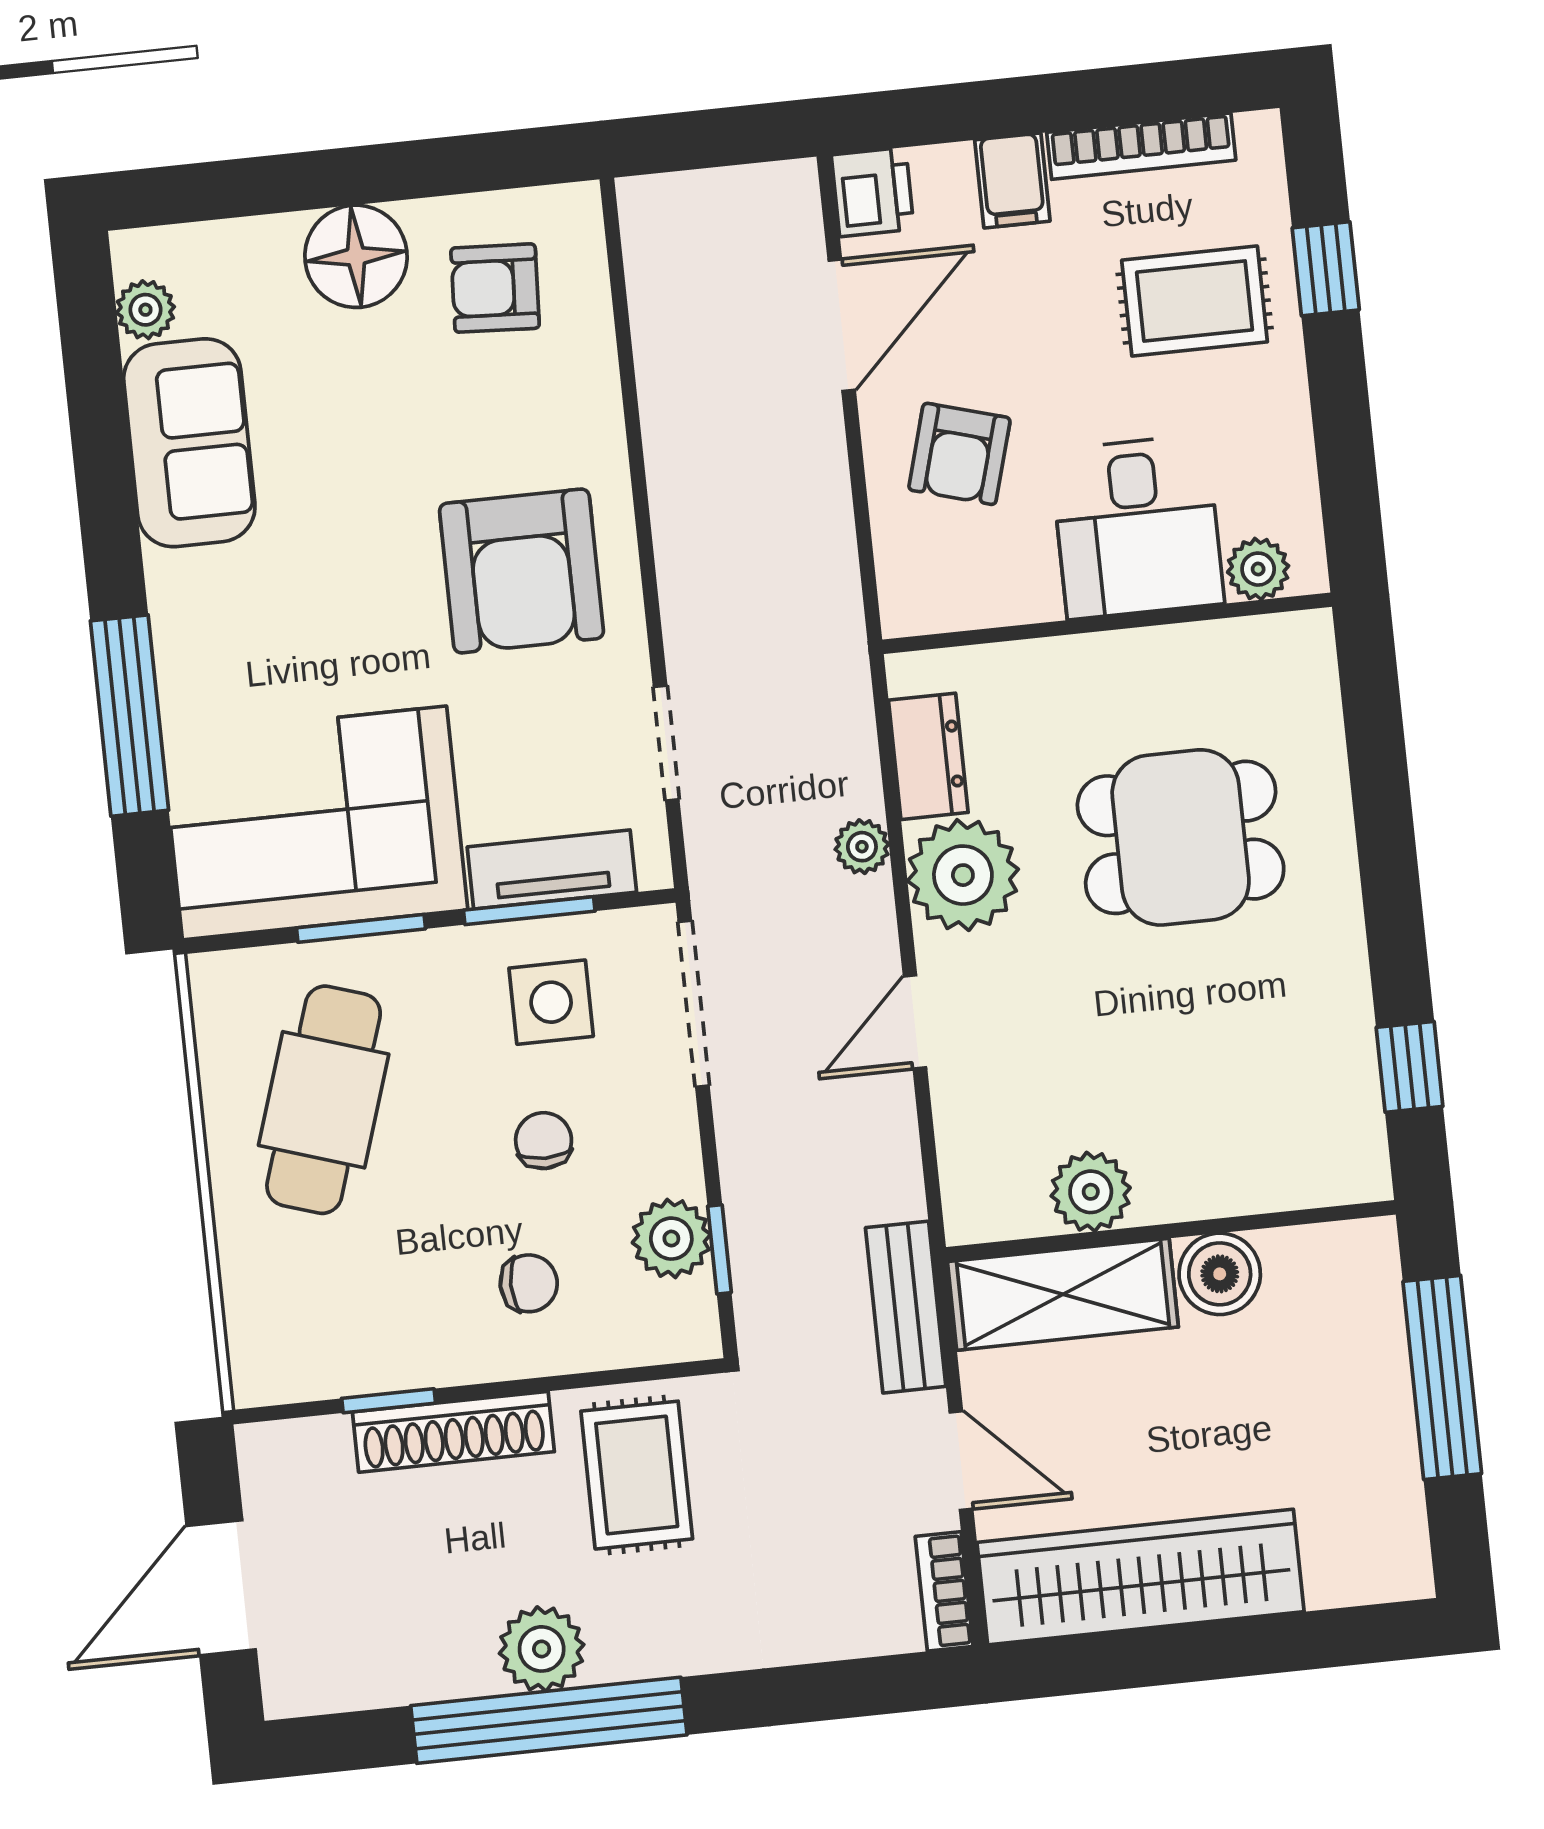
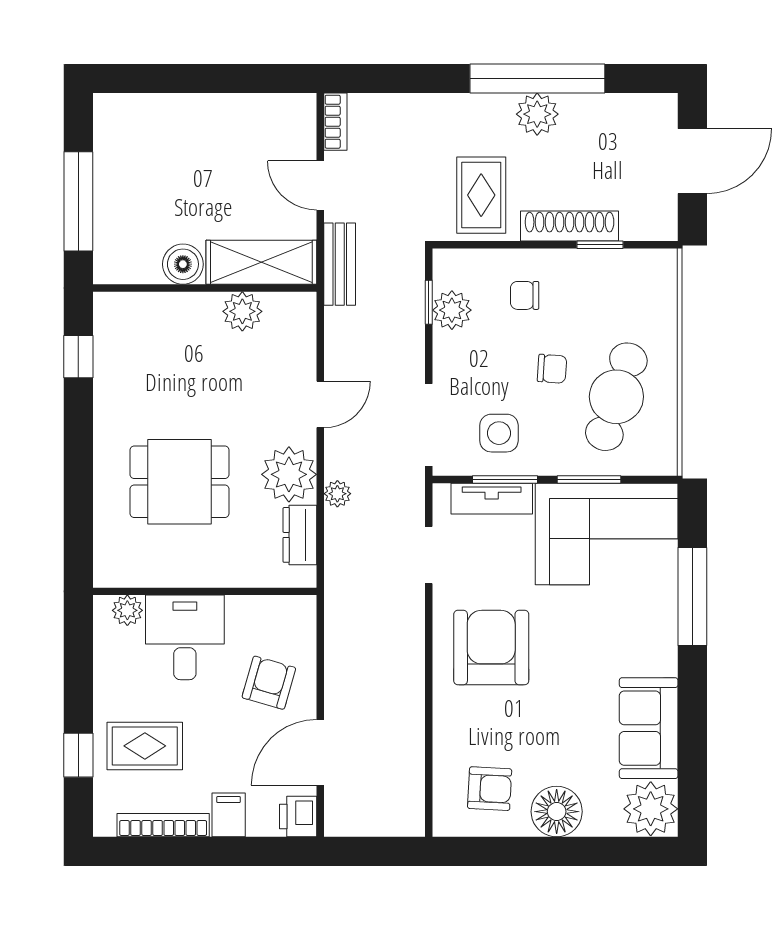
plant: (145, 310) -> (651, 809), width x1.88, depth x1.88
chair: (544, 1141) -> (552, 369), moved, turned -86
wardrobe: (1141, 1577) -> (238, 119), removed

